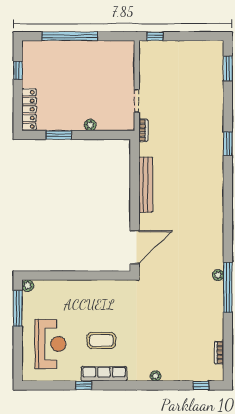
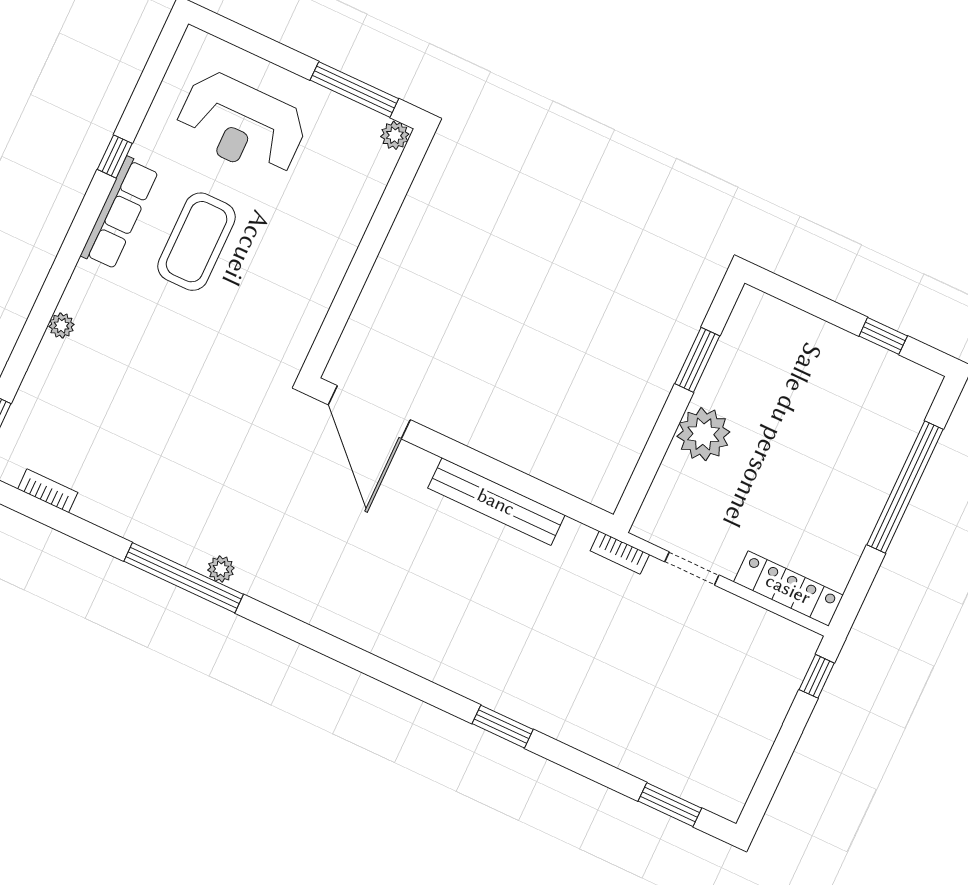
locker: (29, 109) -> (788, 589), moved, turned 180
plant: (90, 125) -> (703, 434), width x1.87, depth x1.87
coffee table: (101, 340) -> (197, 242), width x1.36, depth x1.32

